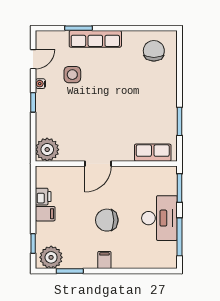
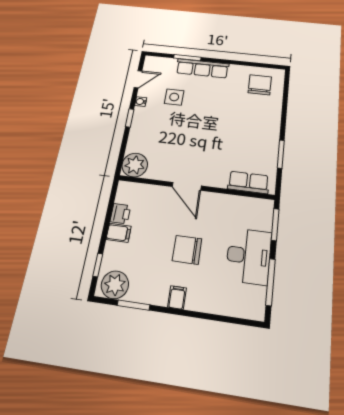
door: (98, 164) -> (187, 186), hinge flipped

